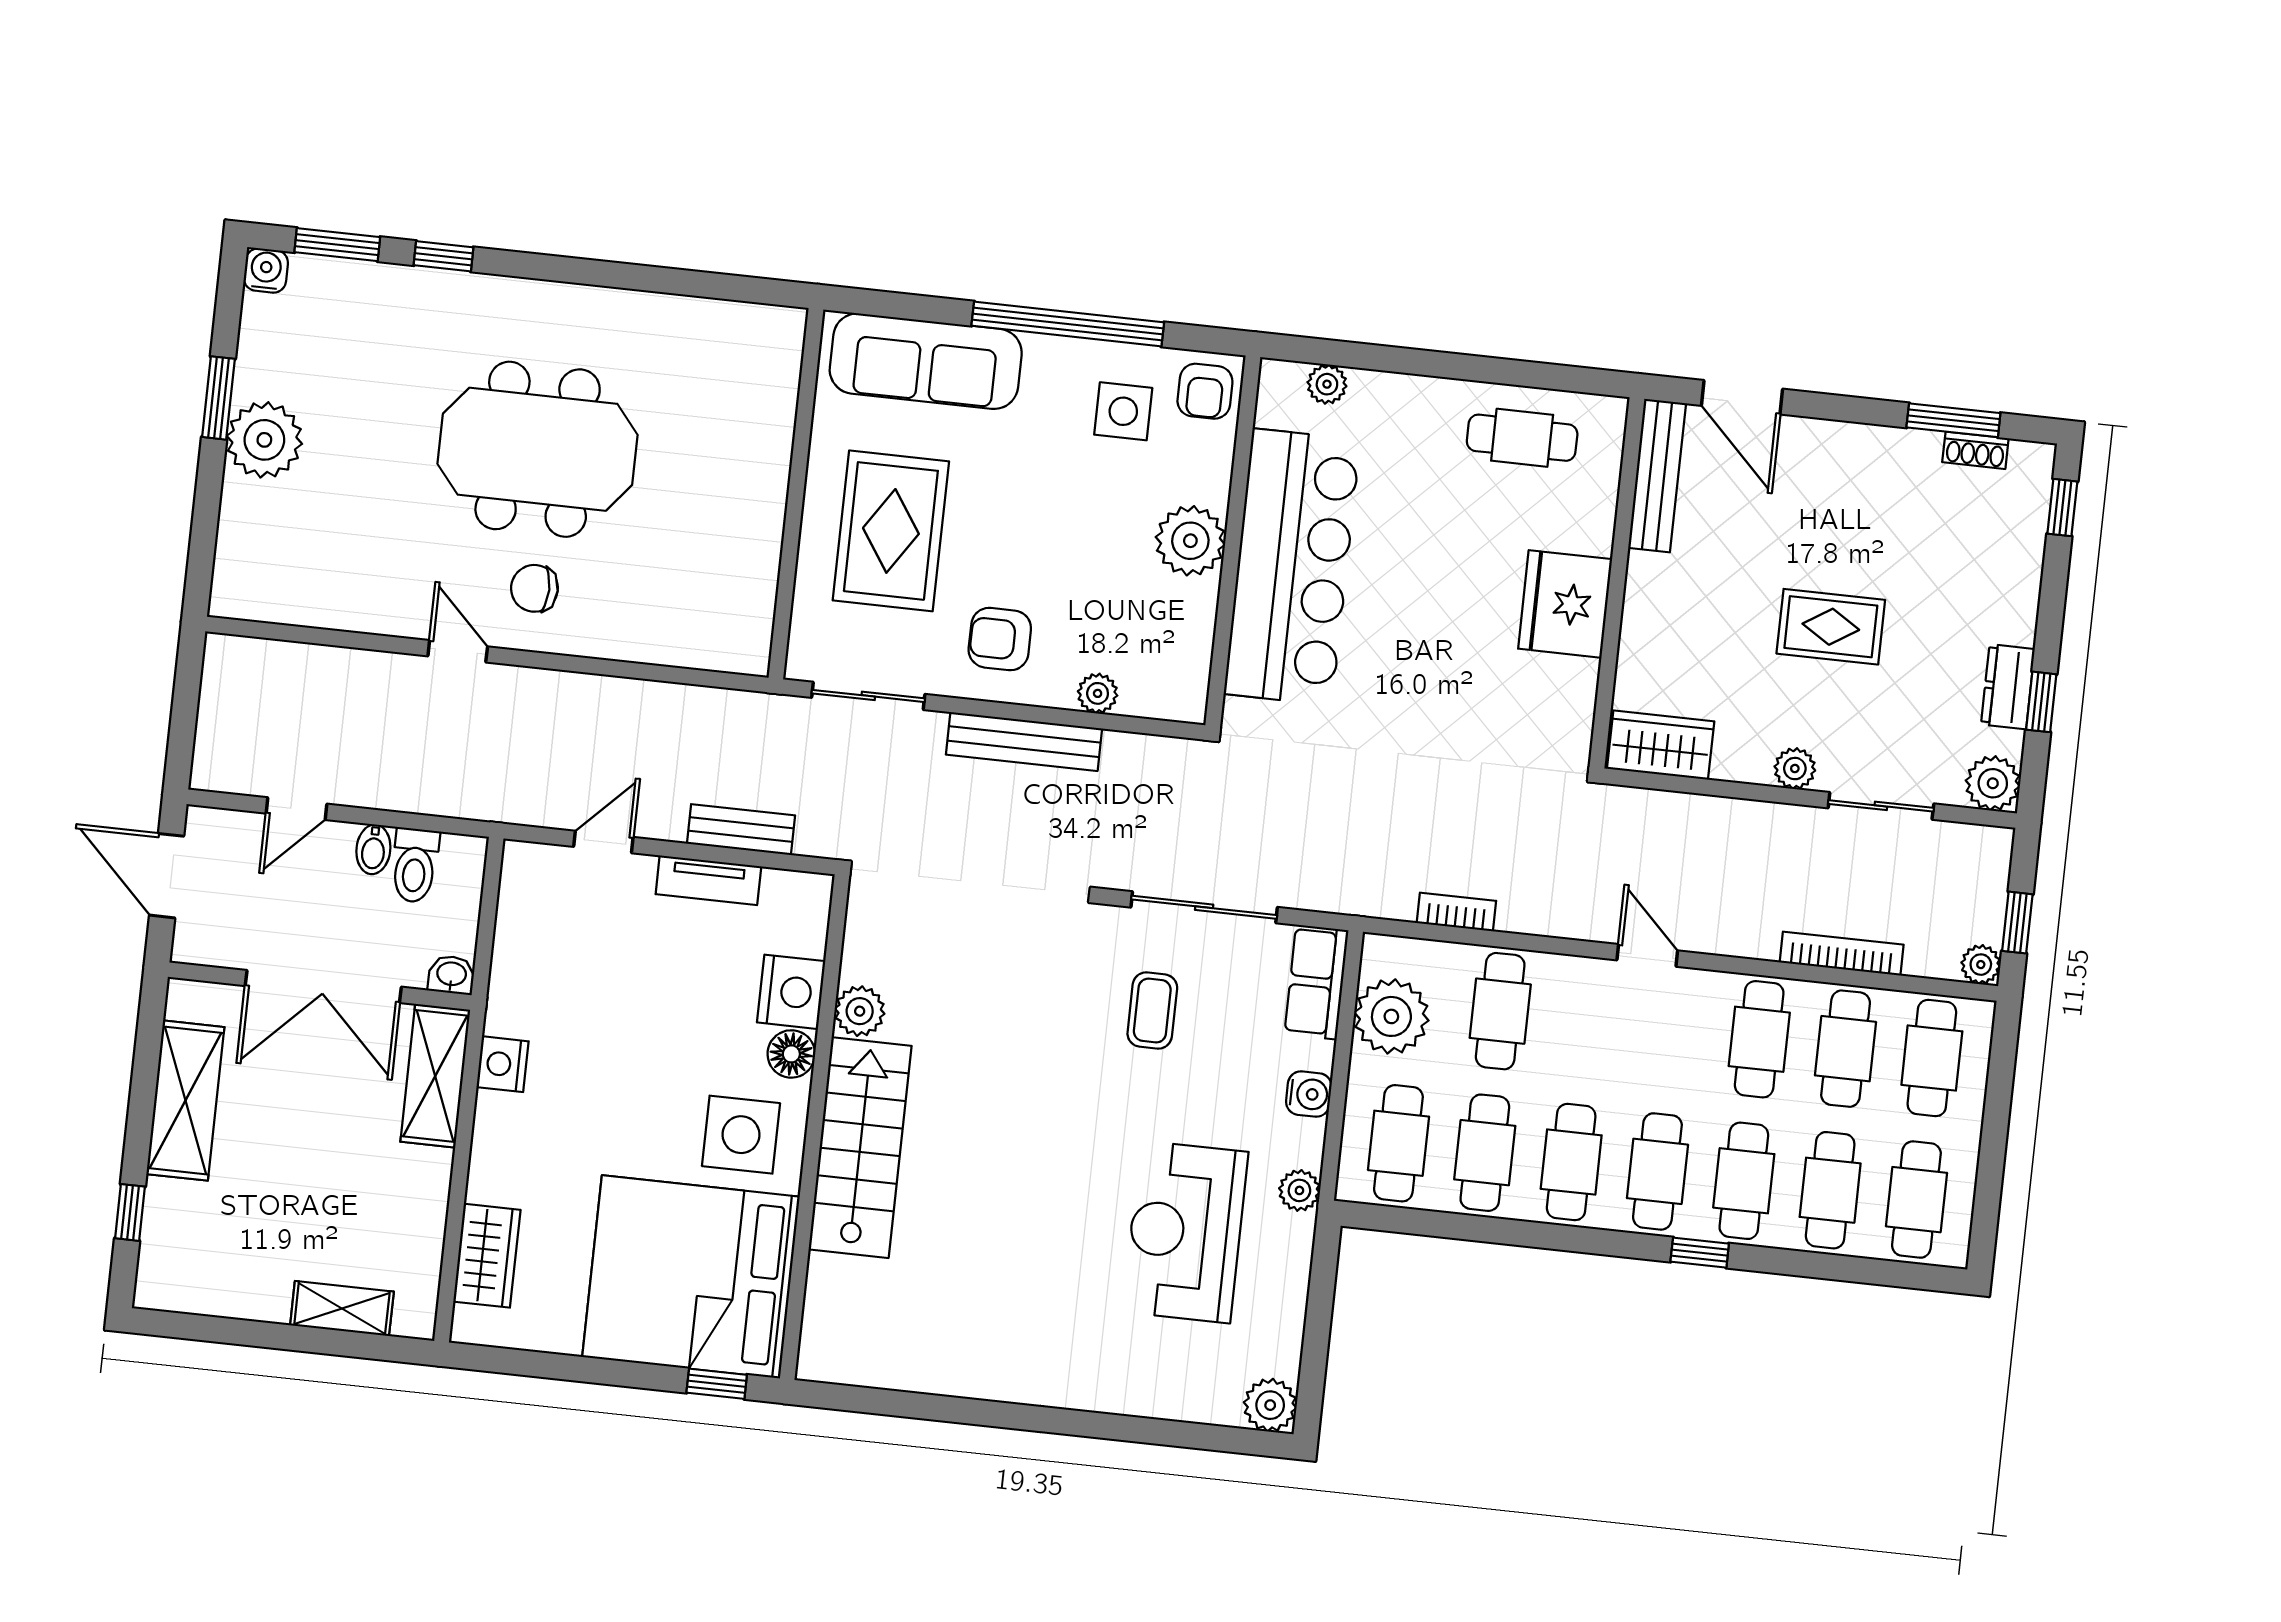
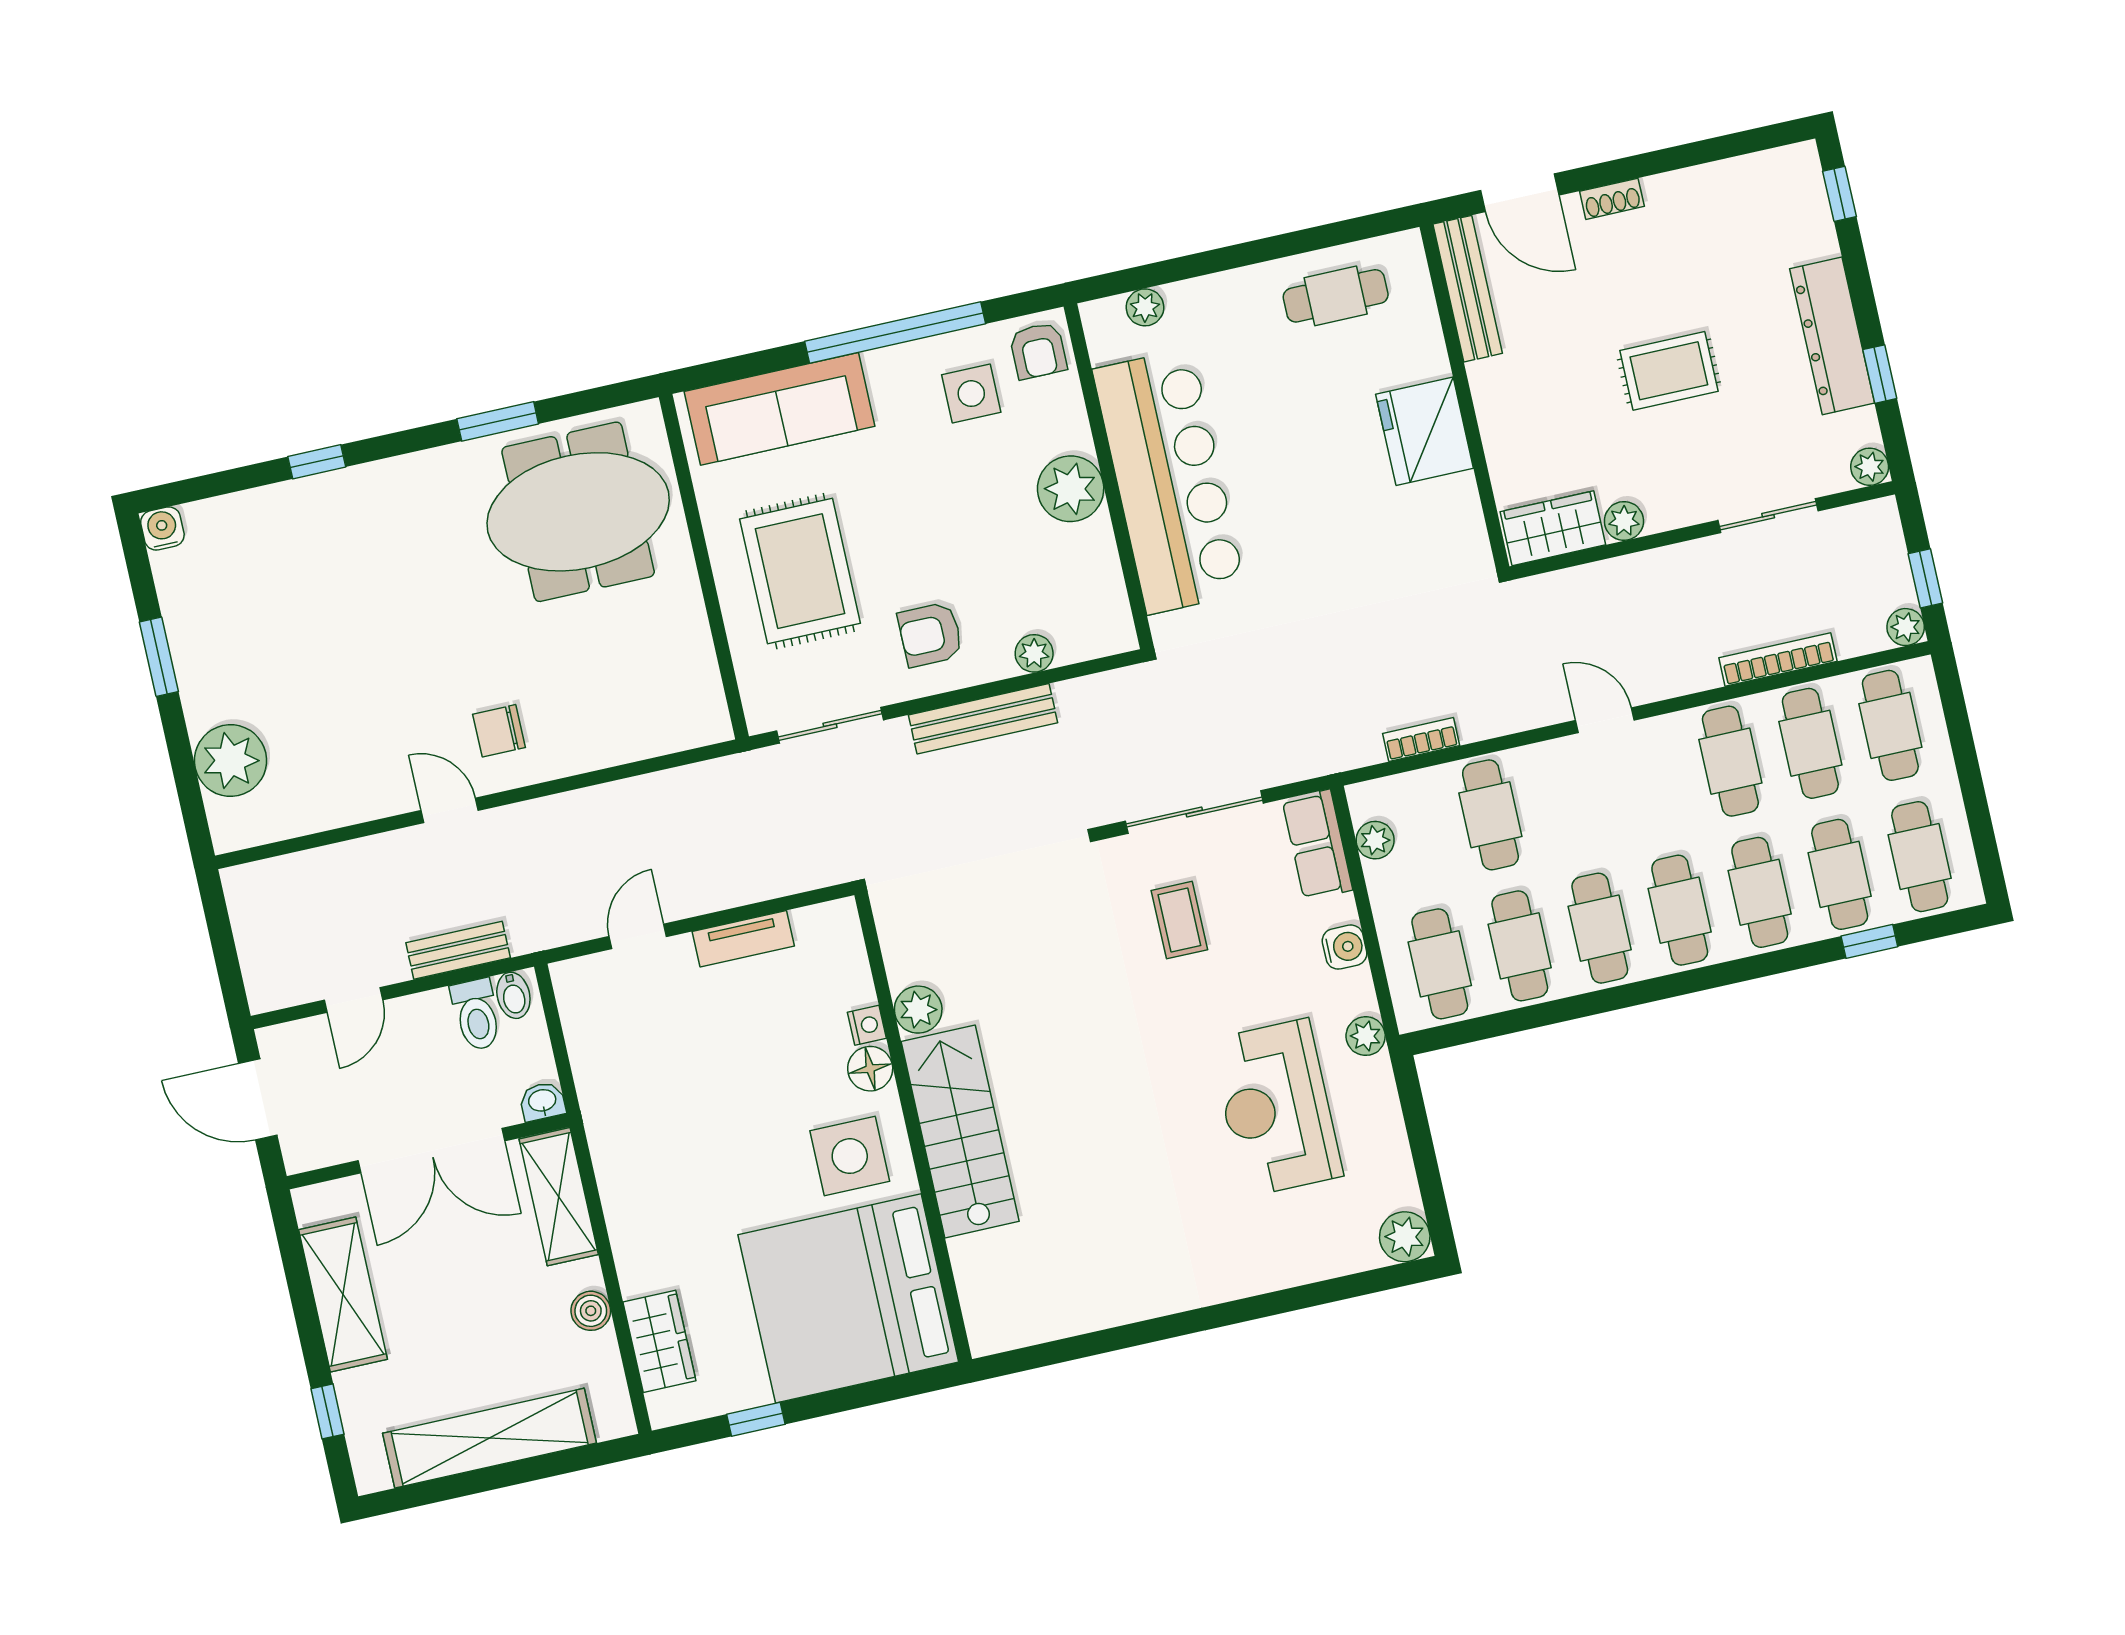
window: (337, 245) -> (498, 421), moved
window: (1953, 420) -> (1716, 149), removed
plant: (264, 440) -> (231, 761), moved
meeting table: (538, 449) -> (578, 512), moved
shoe rack: (1975, 450) -> (1612, 199), moved
dresser: (2008, 687) -> (1832, 336), width x1.96, depth x1.24
plant: (1795, 769) -> (1624, 521), moved
plant: (1993, 783) -> (1870, 467), width x0.73, depth x0.73
bench: (741, 830) -> (458, 950), moved
bidet: (373, 849) -> (513, 995), moved
nightstand: (791, 992) -> (867, 1025), width x0.53, depth x0.56
plant: (1391, 1016) -> (1375, 840), width x0.53, depth x0.53
nightstand: (503, 1064) -> (615, 1166), removed
boiler: (428, 1201) -> (591, 1311), added
window: (1700, 1253) -> (1869, 941), moved
shelving: (342, 1308) -> (490, 1438), width x2.20, depth x1.33
window: (717, 1384) -> (756, 1419), moved

